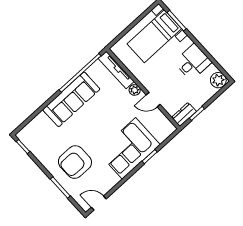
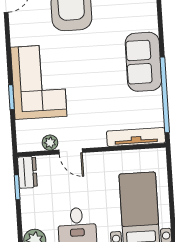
plant: (135, 90) -> (50, 143), moved
sofa: (71, 99) -> (143, 62), width x0.73
door: (153, 100) -> (71, 151), swing flipped

